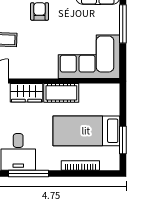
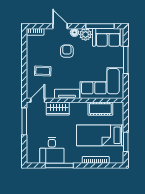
tv unit: (40, 72) -> (67, 94), added
cot: (61, 93) -> (100, 109), moved

